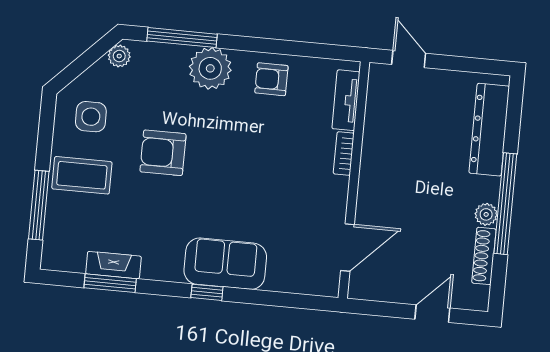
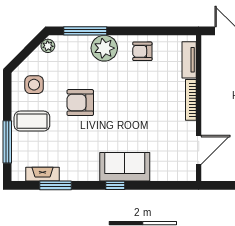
bookcase: (344, 154) -> (191, 100), width x1.56
fireplace: (113, 265) -> (43, 174), moved

